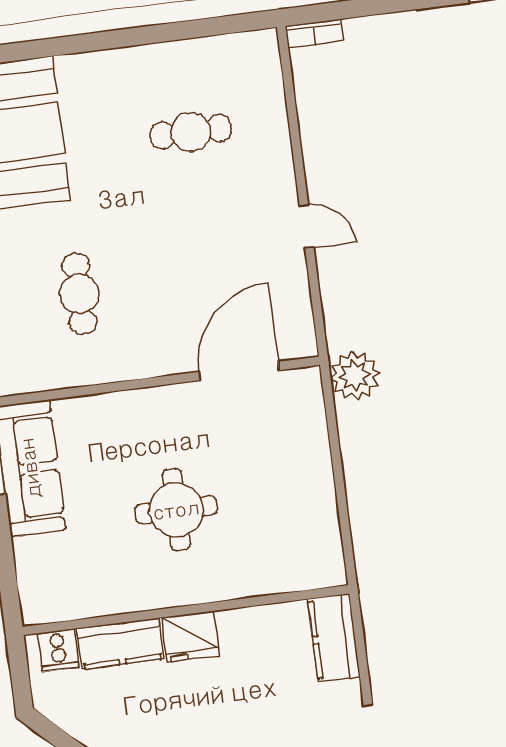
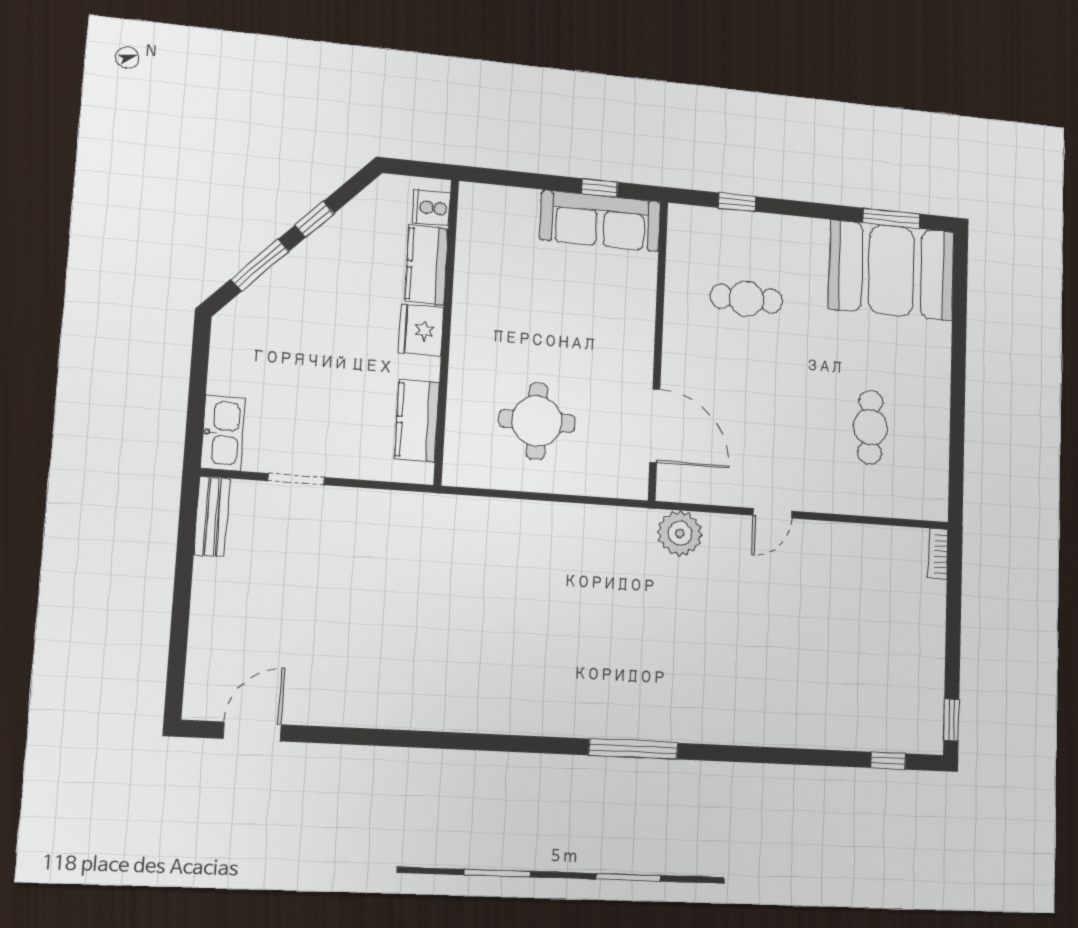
plant: (355, 376) -> (680, 533), moved
round table: (176, 510) -> (537, 421), moved
kitchen counter: (334, 638) -> (417, 421), moved, turned -90

